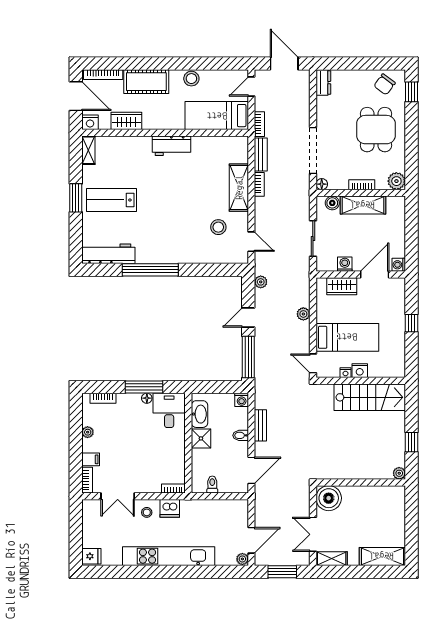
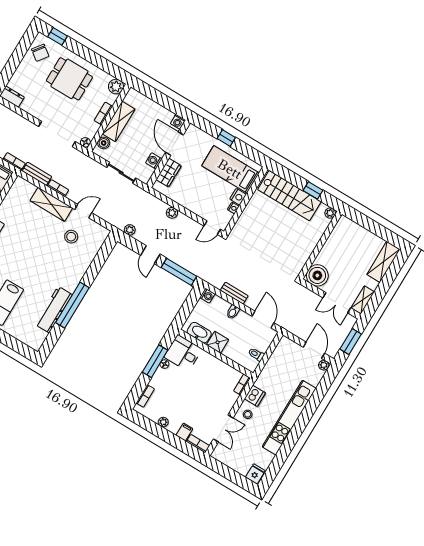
door: (251, 242) -> (83, 211), moved
workbench: (108, 254) -> (54, 310), moved
bed: (347, 337) -> (230, 169), moved, turned -90
stairs: (370, 397) -> (289, 196), moved, turned 90

